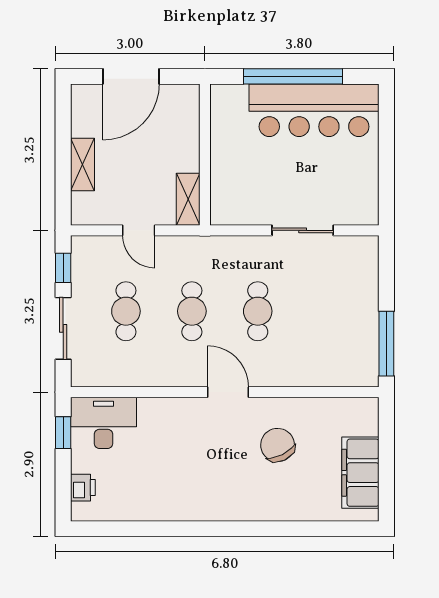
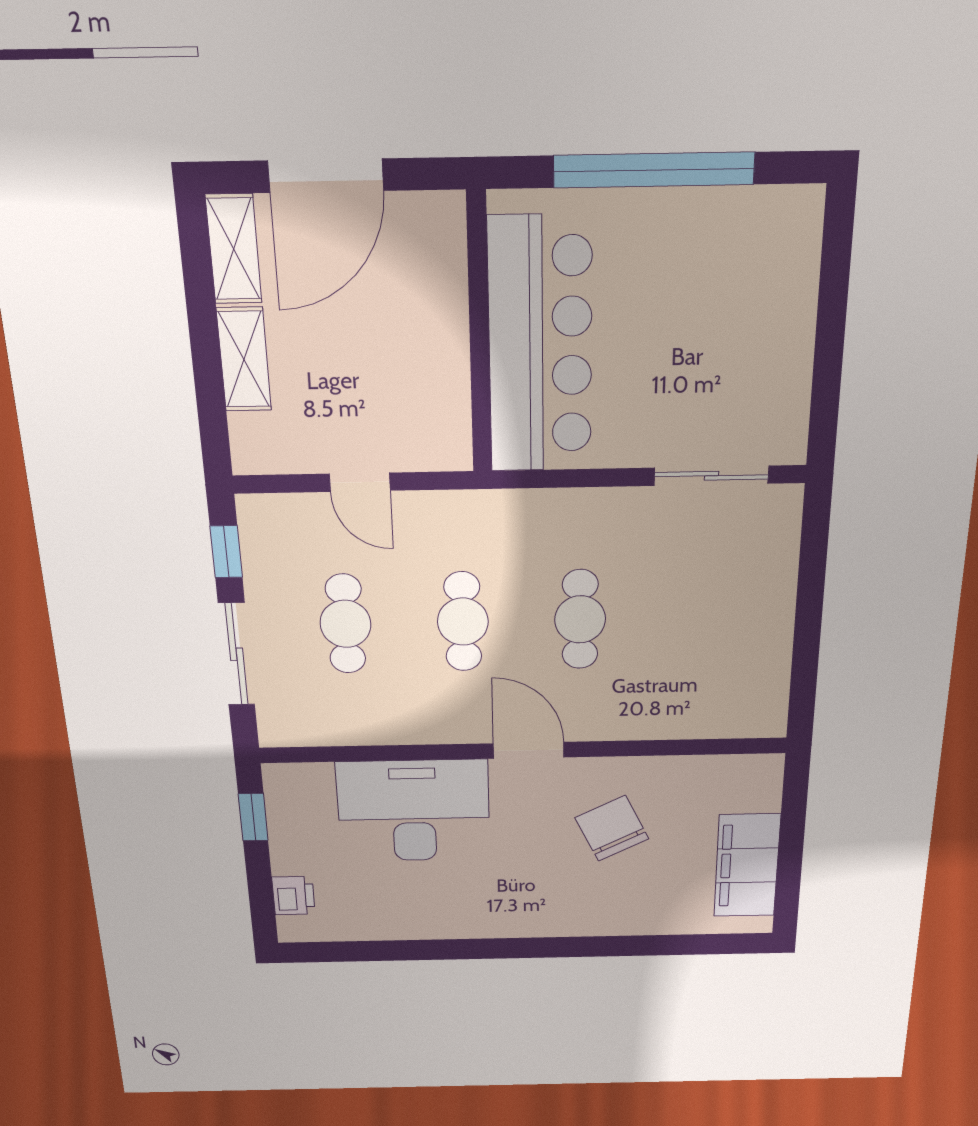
bar counter: (314, 110) -> (540, 346), moved, turned -90
shelving: (188, 199) -> (234, 249), moved
sliding door: (303, 230) -> (711, 476), moved
window: (386, 344) -> (805, 668), removed
desk: (104, 423) -> (414, 811), moved, width x1.36, depth x1.30

